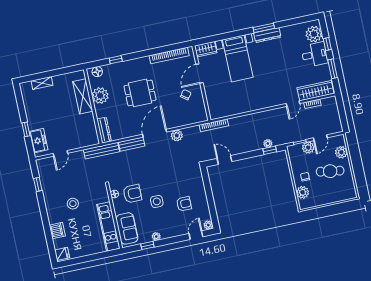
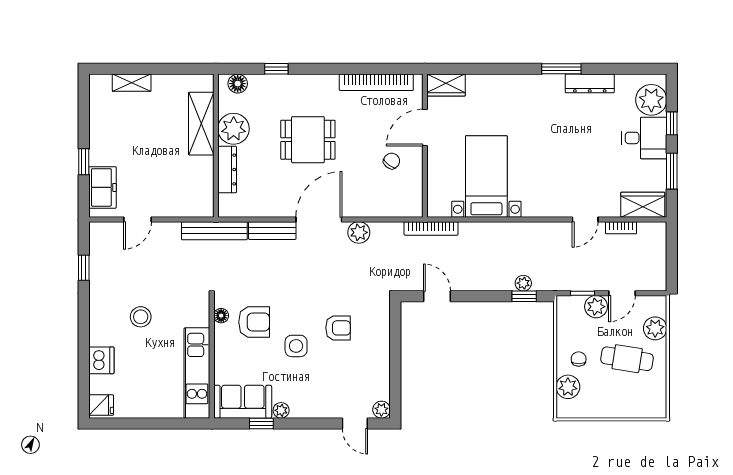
dresser: (267, 35) -> (590, 83), moved
bed with nightstands: (238, 59) -> (486, 176), moved, turned 180
wardrobe: (315, 91) -> (643, 205), width x0.67
dresser: (104, 130) -> (227, 170), moved
armchair: (184, 204) -> (338, 328), moved
sofa: (127, 228) -> (243, 402), moved, turned -90
door: (196, 235) -> (355, 423), swing flipped

